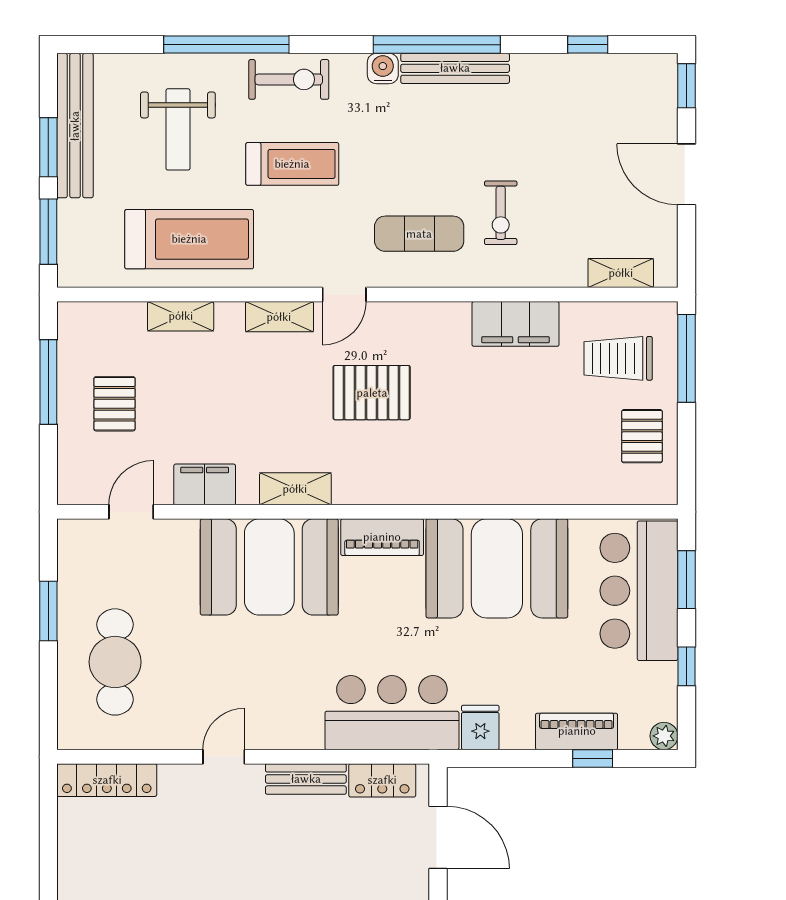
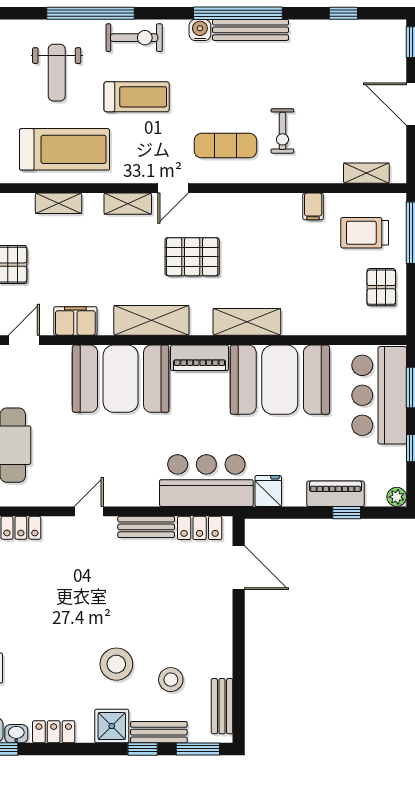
filing cabinet: (515, 324) -> (313, 206), width x0.33, depth x0.86
shelving: (450, 486) -> (247, 322), added
shelving: (295, 489) -> (151, 320), width x1.50, depth x1.33

